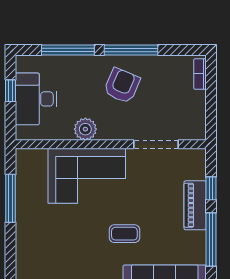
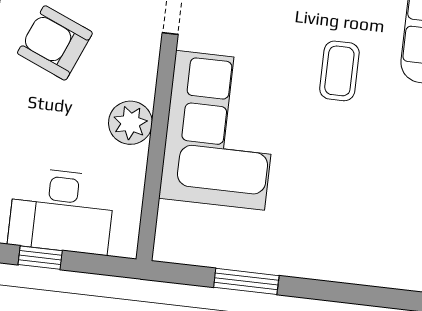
window: (11, 198) -> (246, 281), width x0.69

